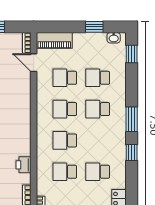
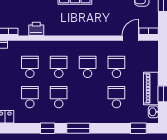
piano: (54, 40) -> (151, 88), moved
school desk: (98, 109) -> (59, 97), moved

